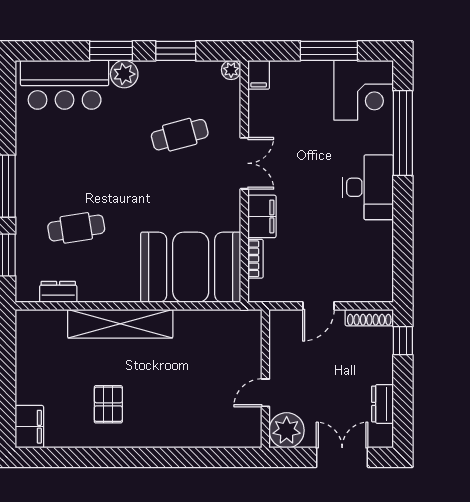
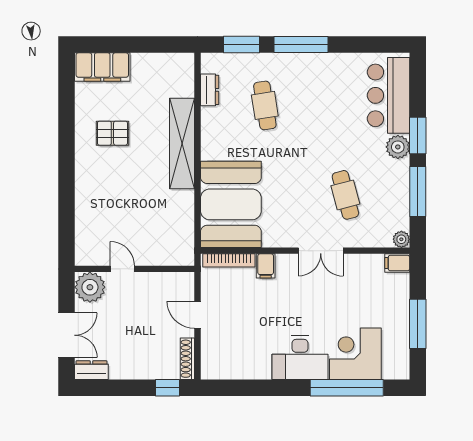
window: (176, 51) -> (418, 191), width x1.44
corner desk: (364, 90) -> (355, 354), moved, turned 90
filing cabinet: (262, 216) -> (266, 266), width x0.50
bookcase: (256, 259) -> (229, 260), width x1.56
dresser: (383, 404) -> (91, 370), moved
filing cabinet: (29, 427) -> (102, 67), width x1.50, depth x1.17

